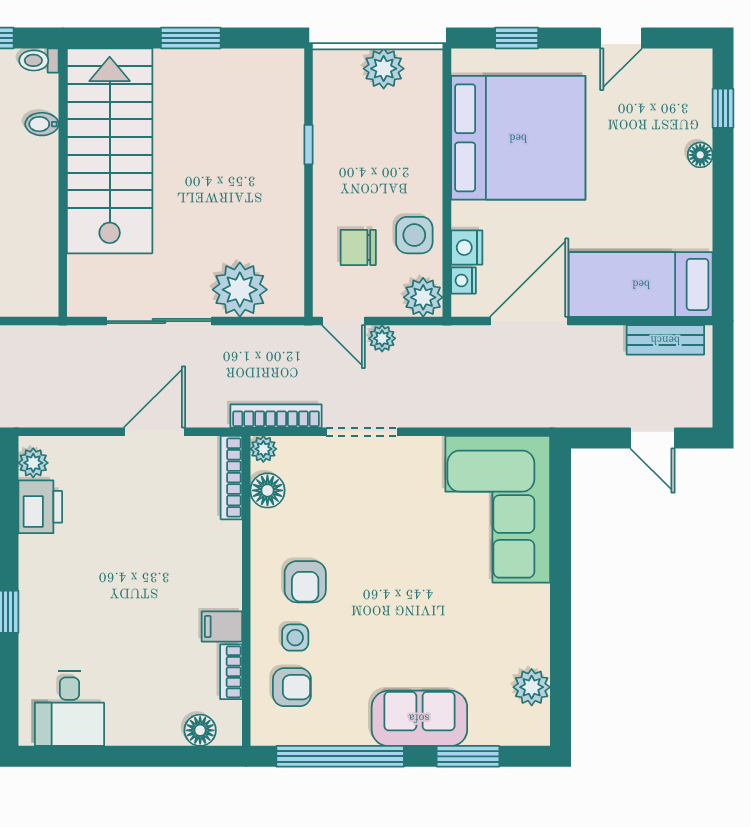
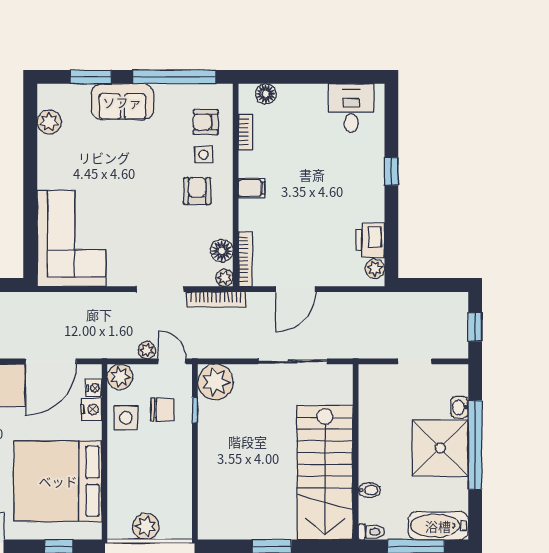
window: (308, 145) -> (195, 410), moved
plant: (240, 290) -> (216, 382), moved
filing cabinet: (222, 627) -> (252, 188), moved

